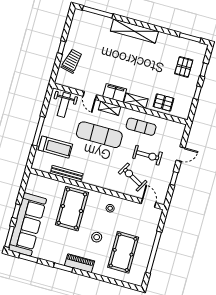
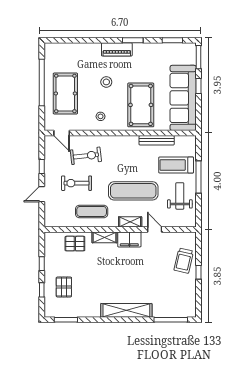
weight bench: (64, 105) -> (180, 196), moved
exercise bike: (133, 177) -> (86, 156), turned -35
sofa: (27, 224) -> (183, 98), moved
pool table: (123, 252) -> (65, 93), moved

